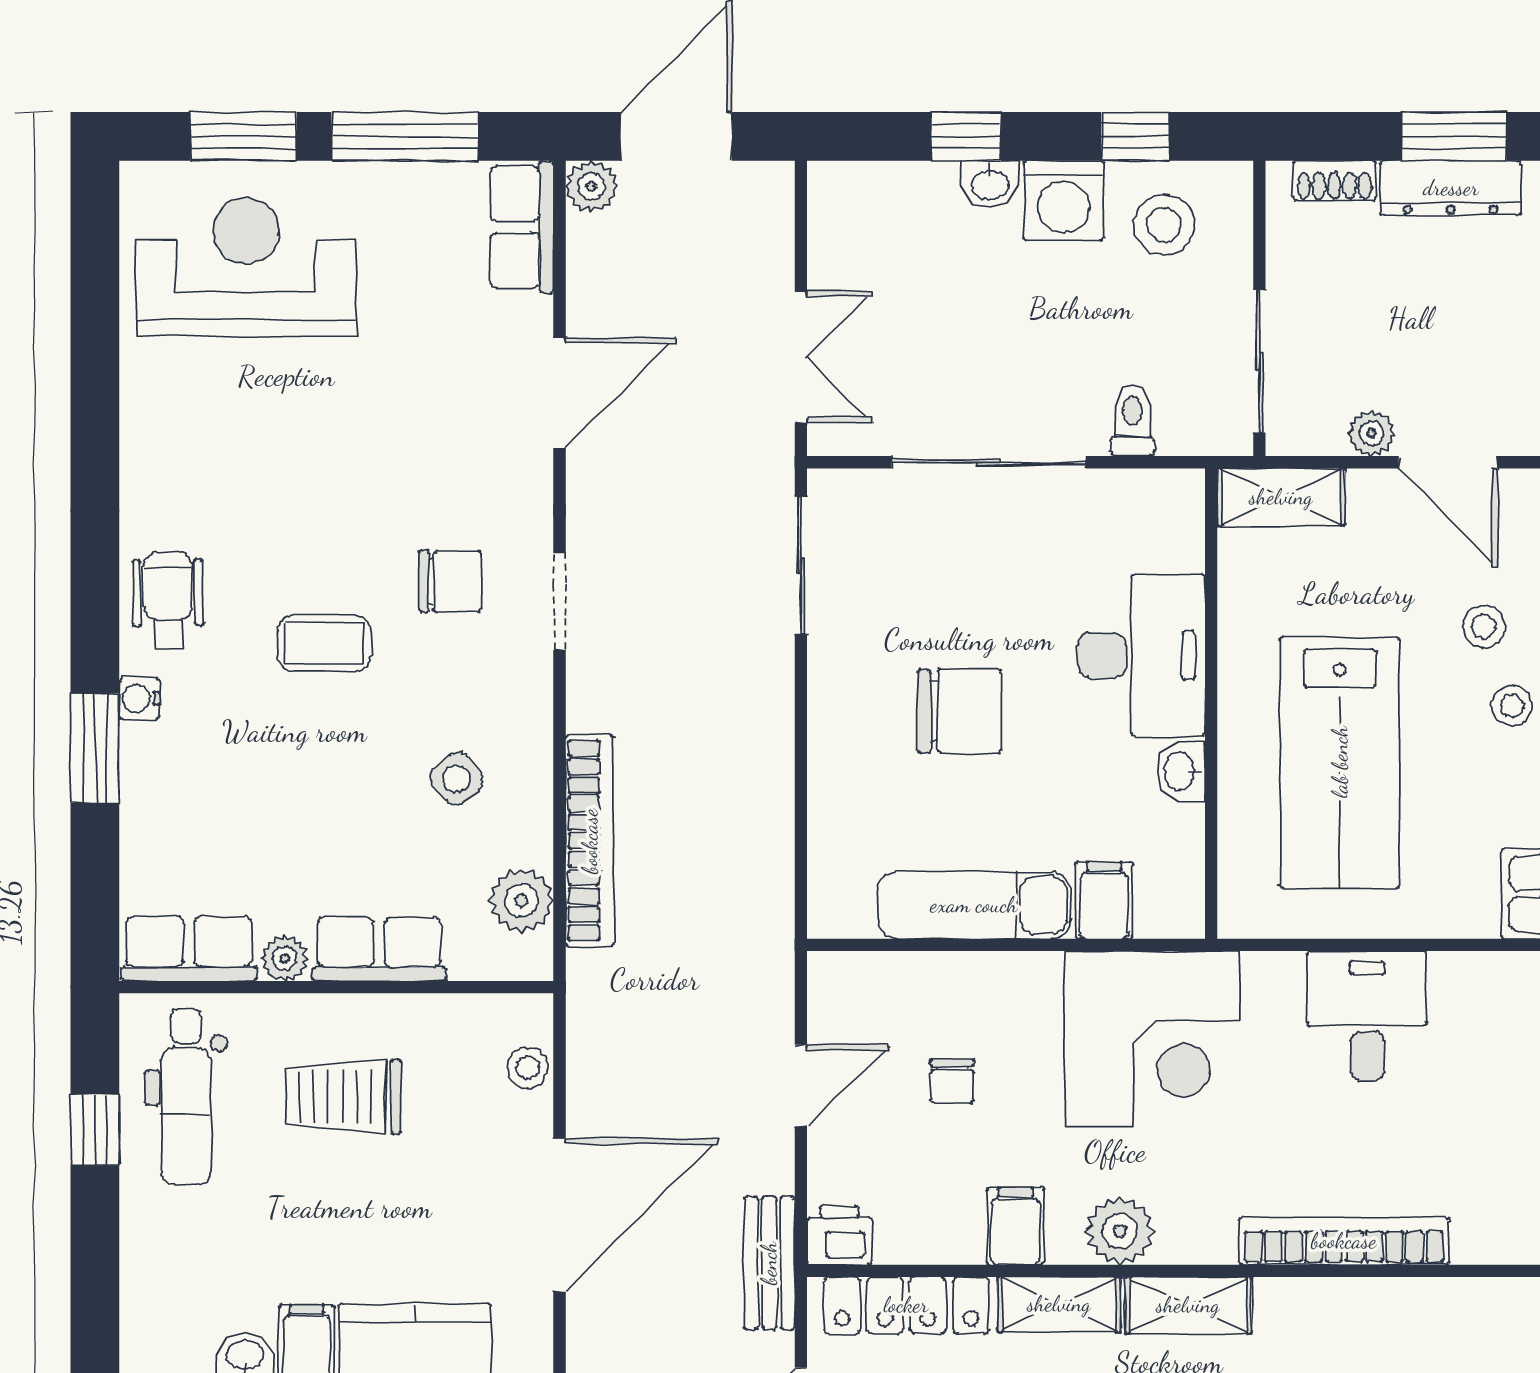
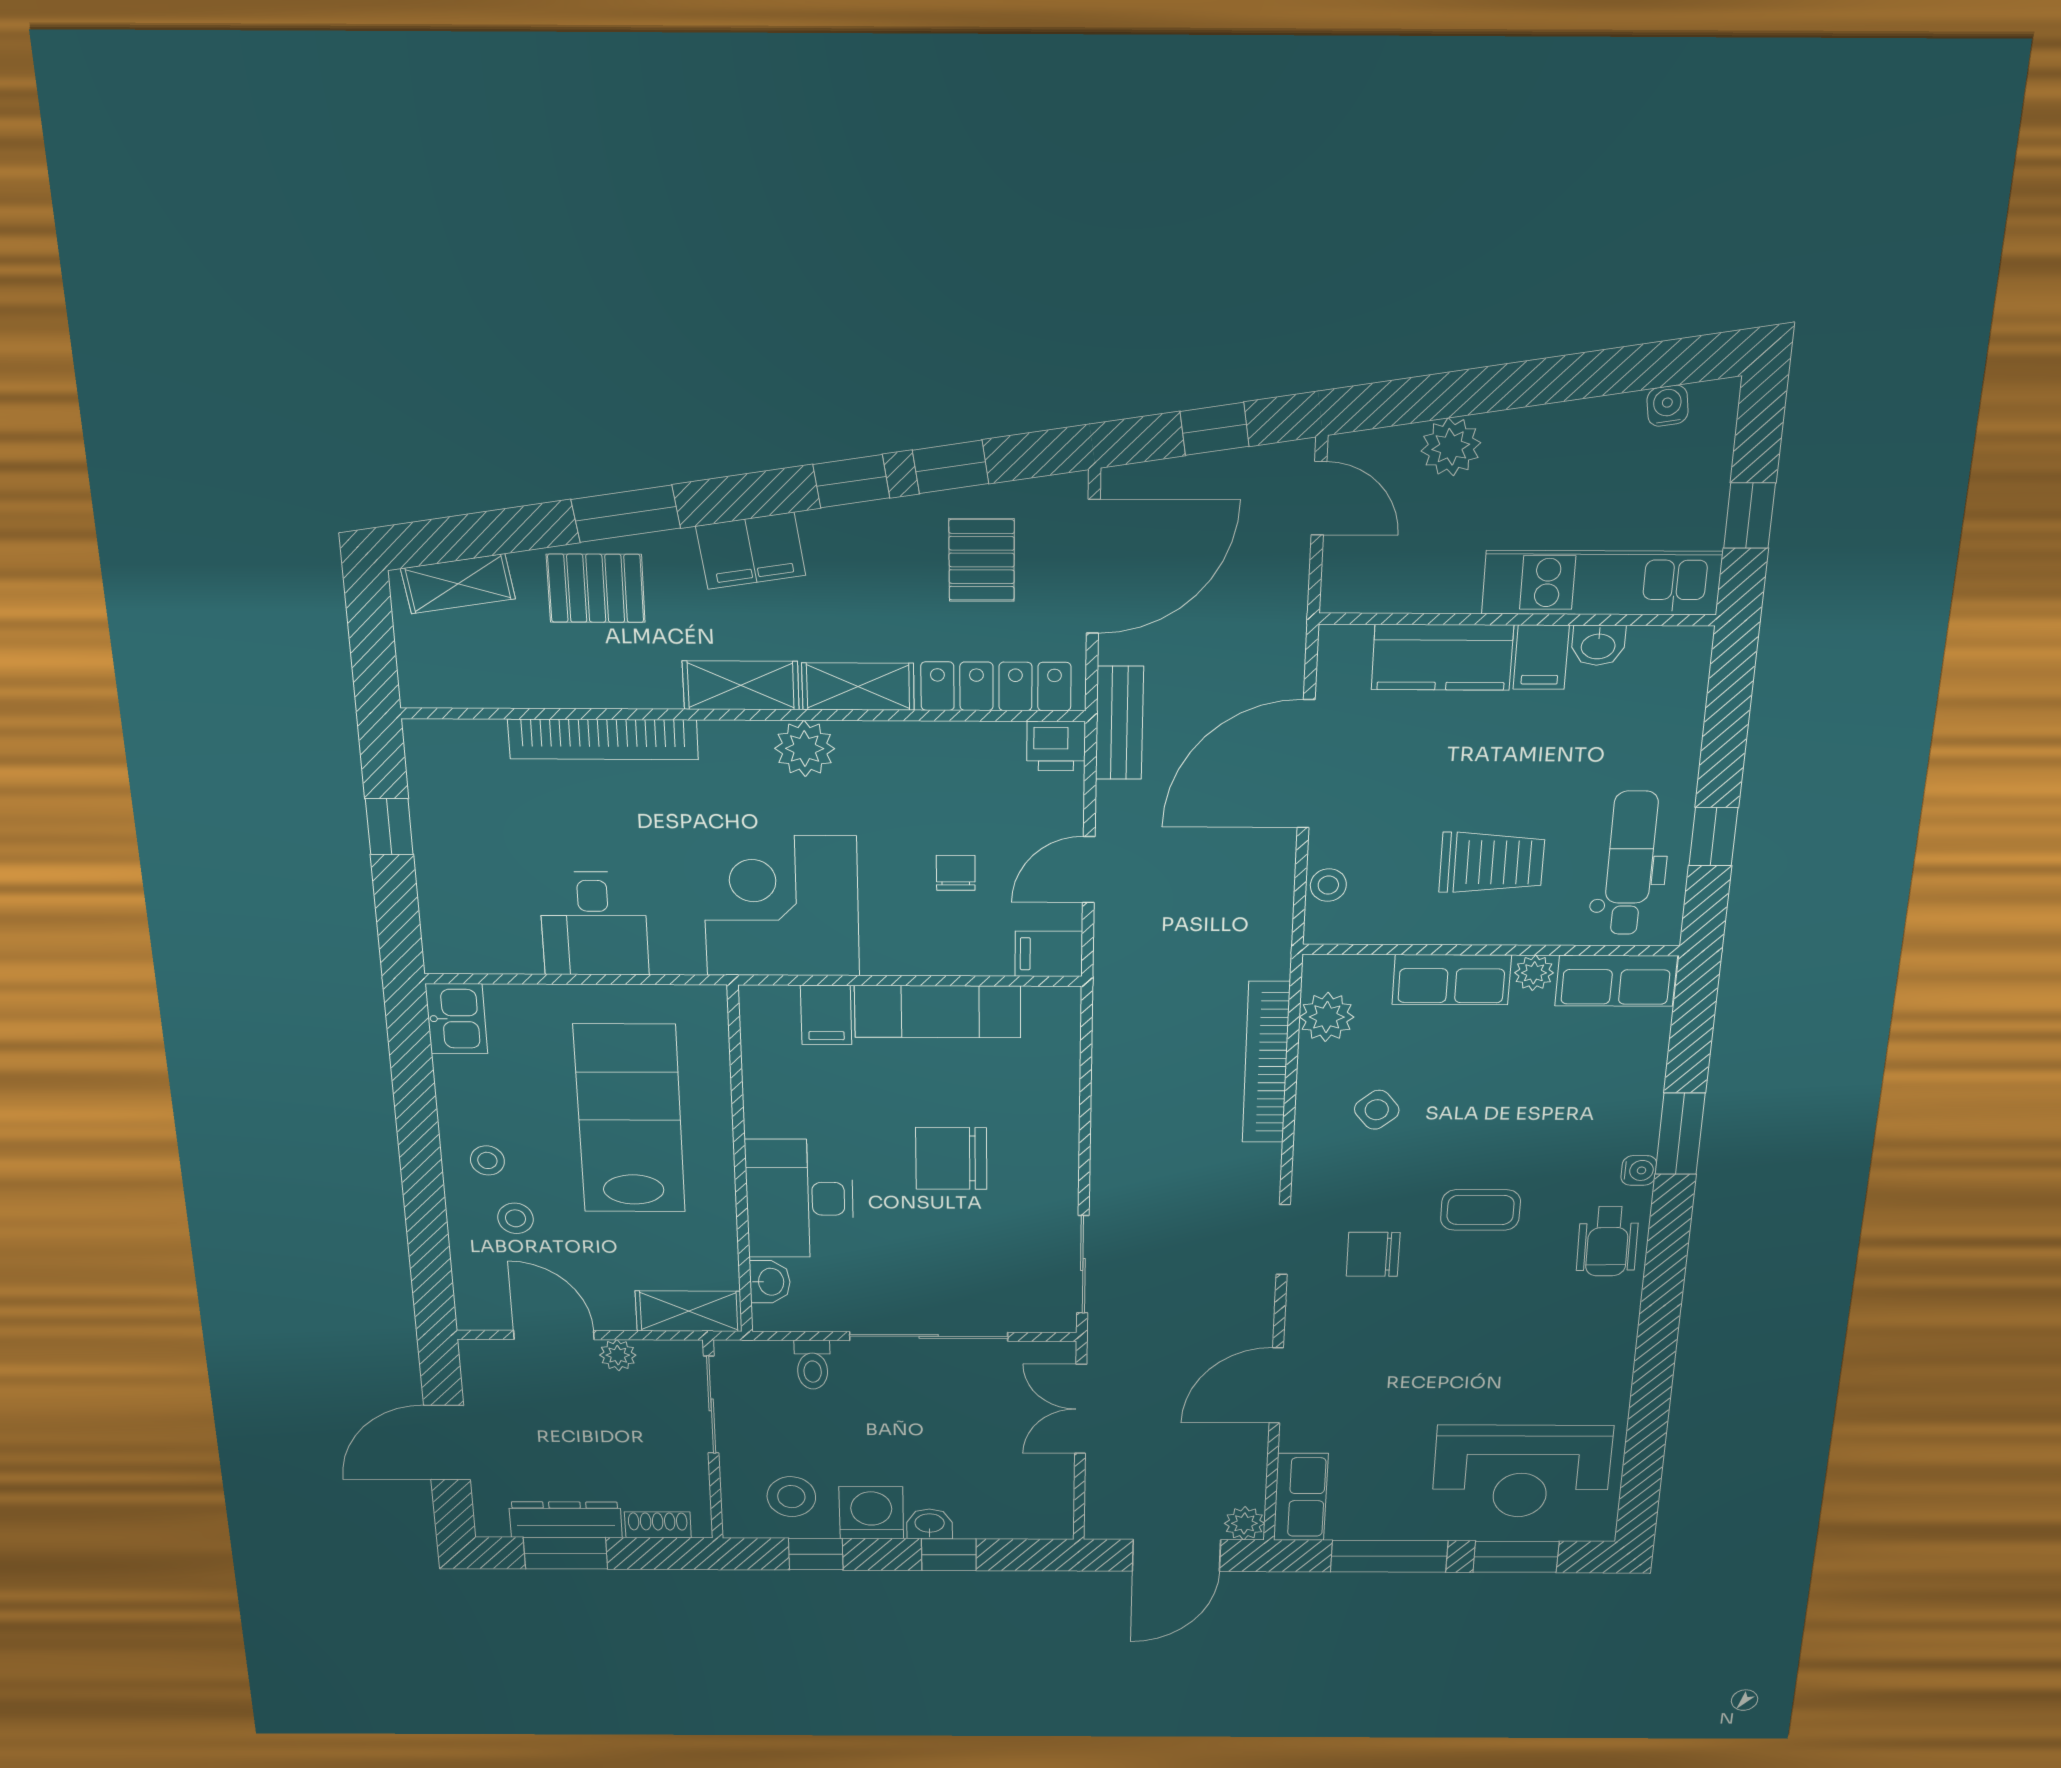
washbasin: (1181, 771) -> (770, 1282), moved
filing cabinet: (1015, 1226) -> (1049, 954), moved, turned 90

